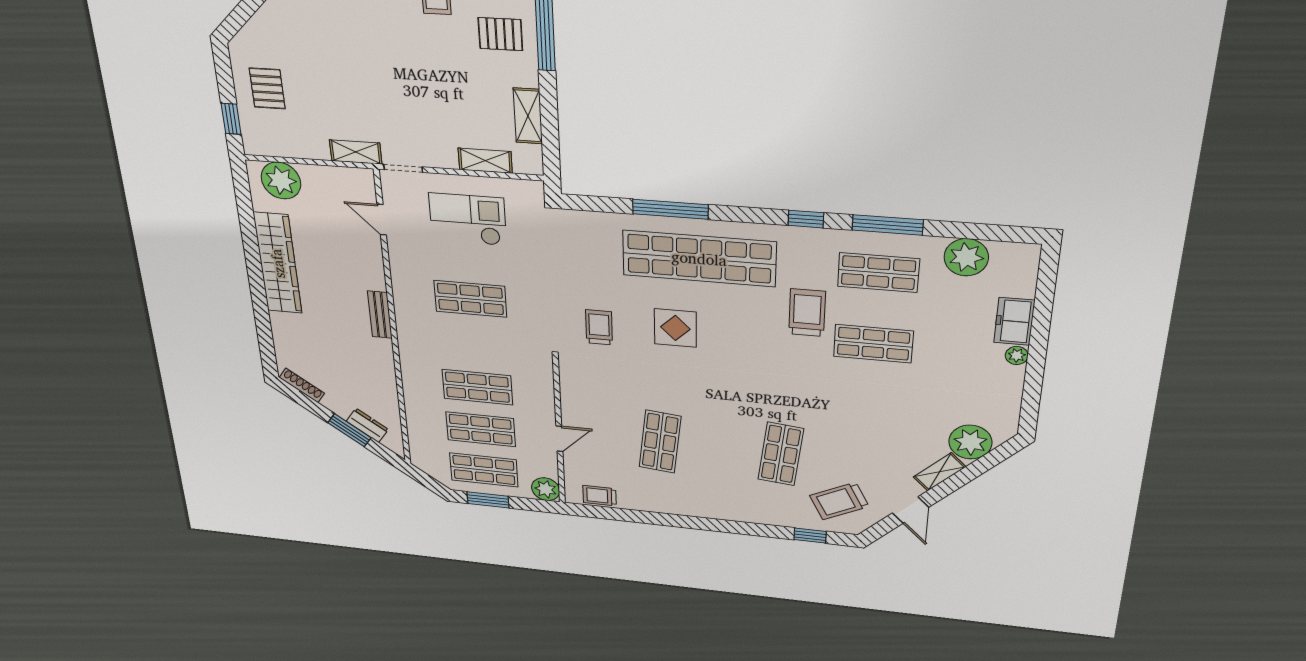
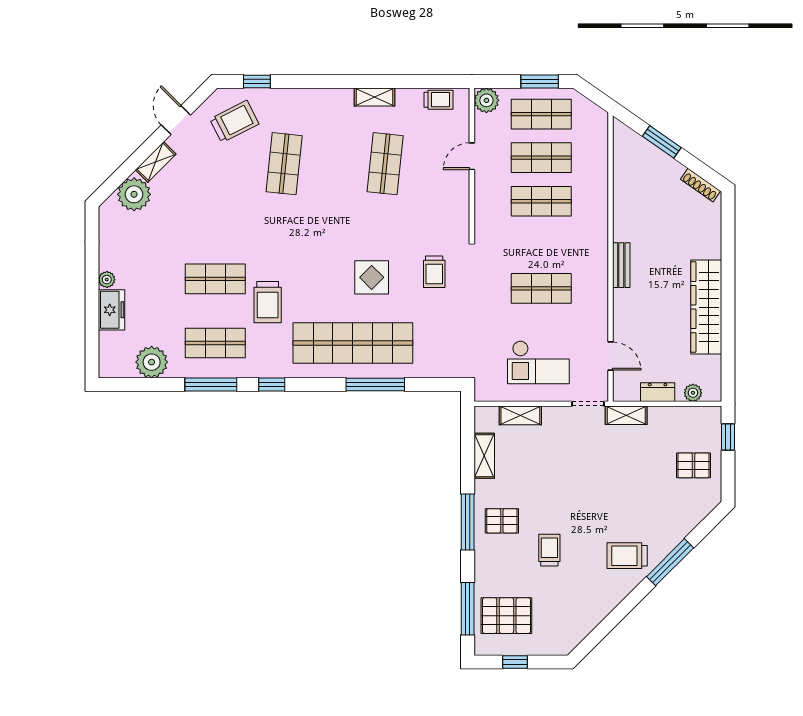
pallet: (267, 88) -> (694, 465), turned 90
plant: (281, 181) -> (693, 393), width x0.53, depth x0.53
dresser: (367, 425) -> (658, 392), moved, turned 145
shelving: (673, 506) -> (375, 97), added

